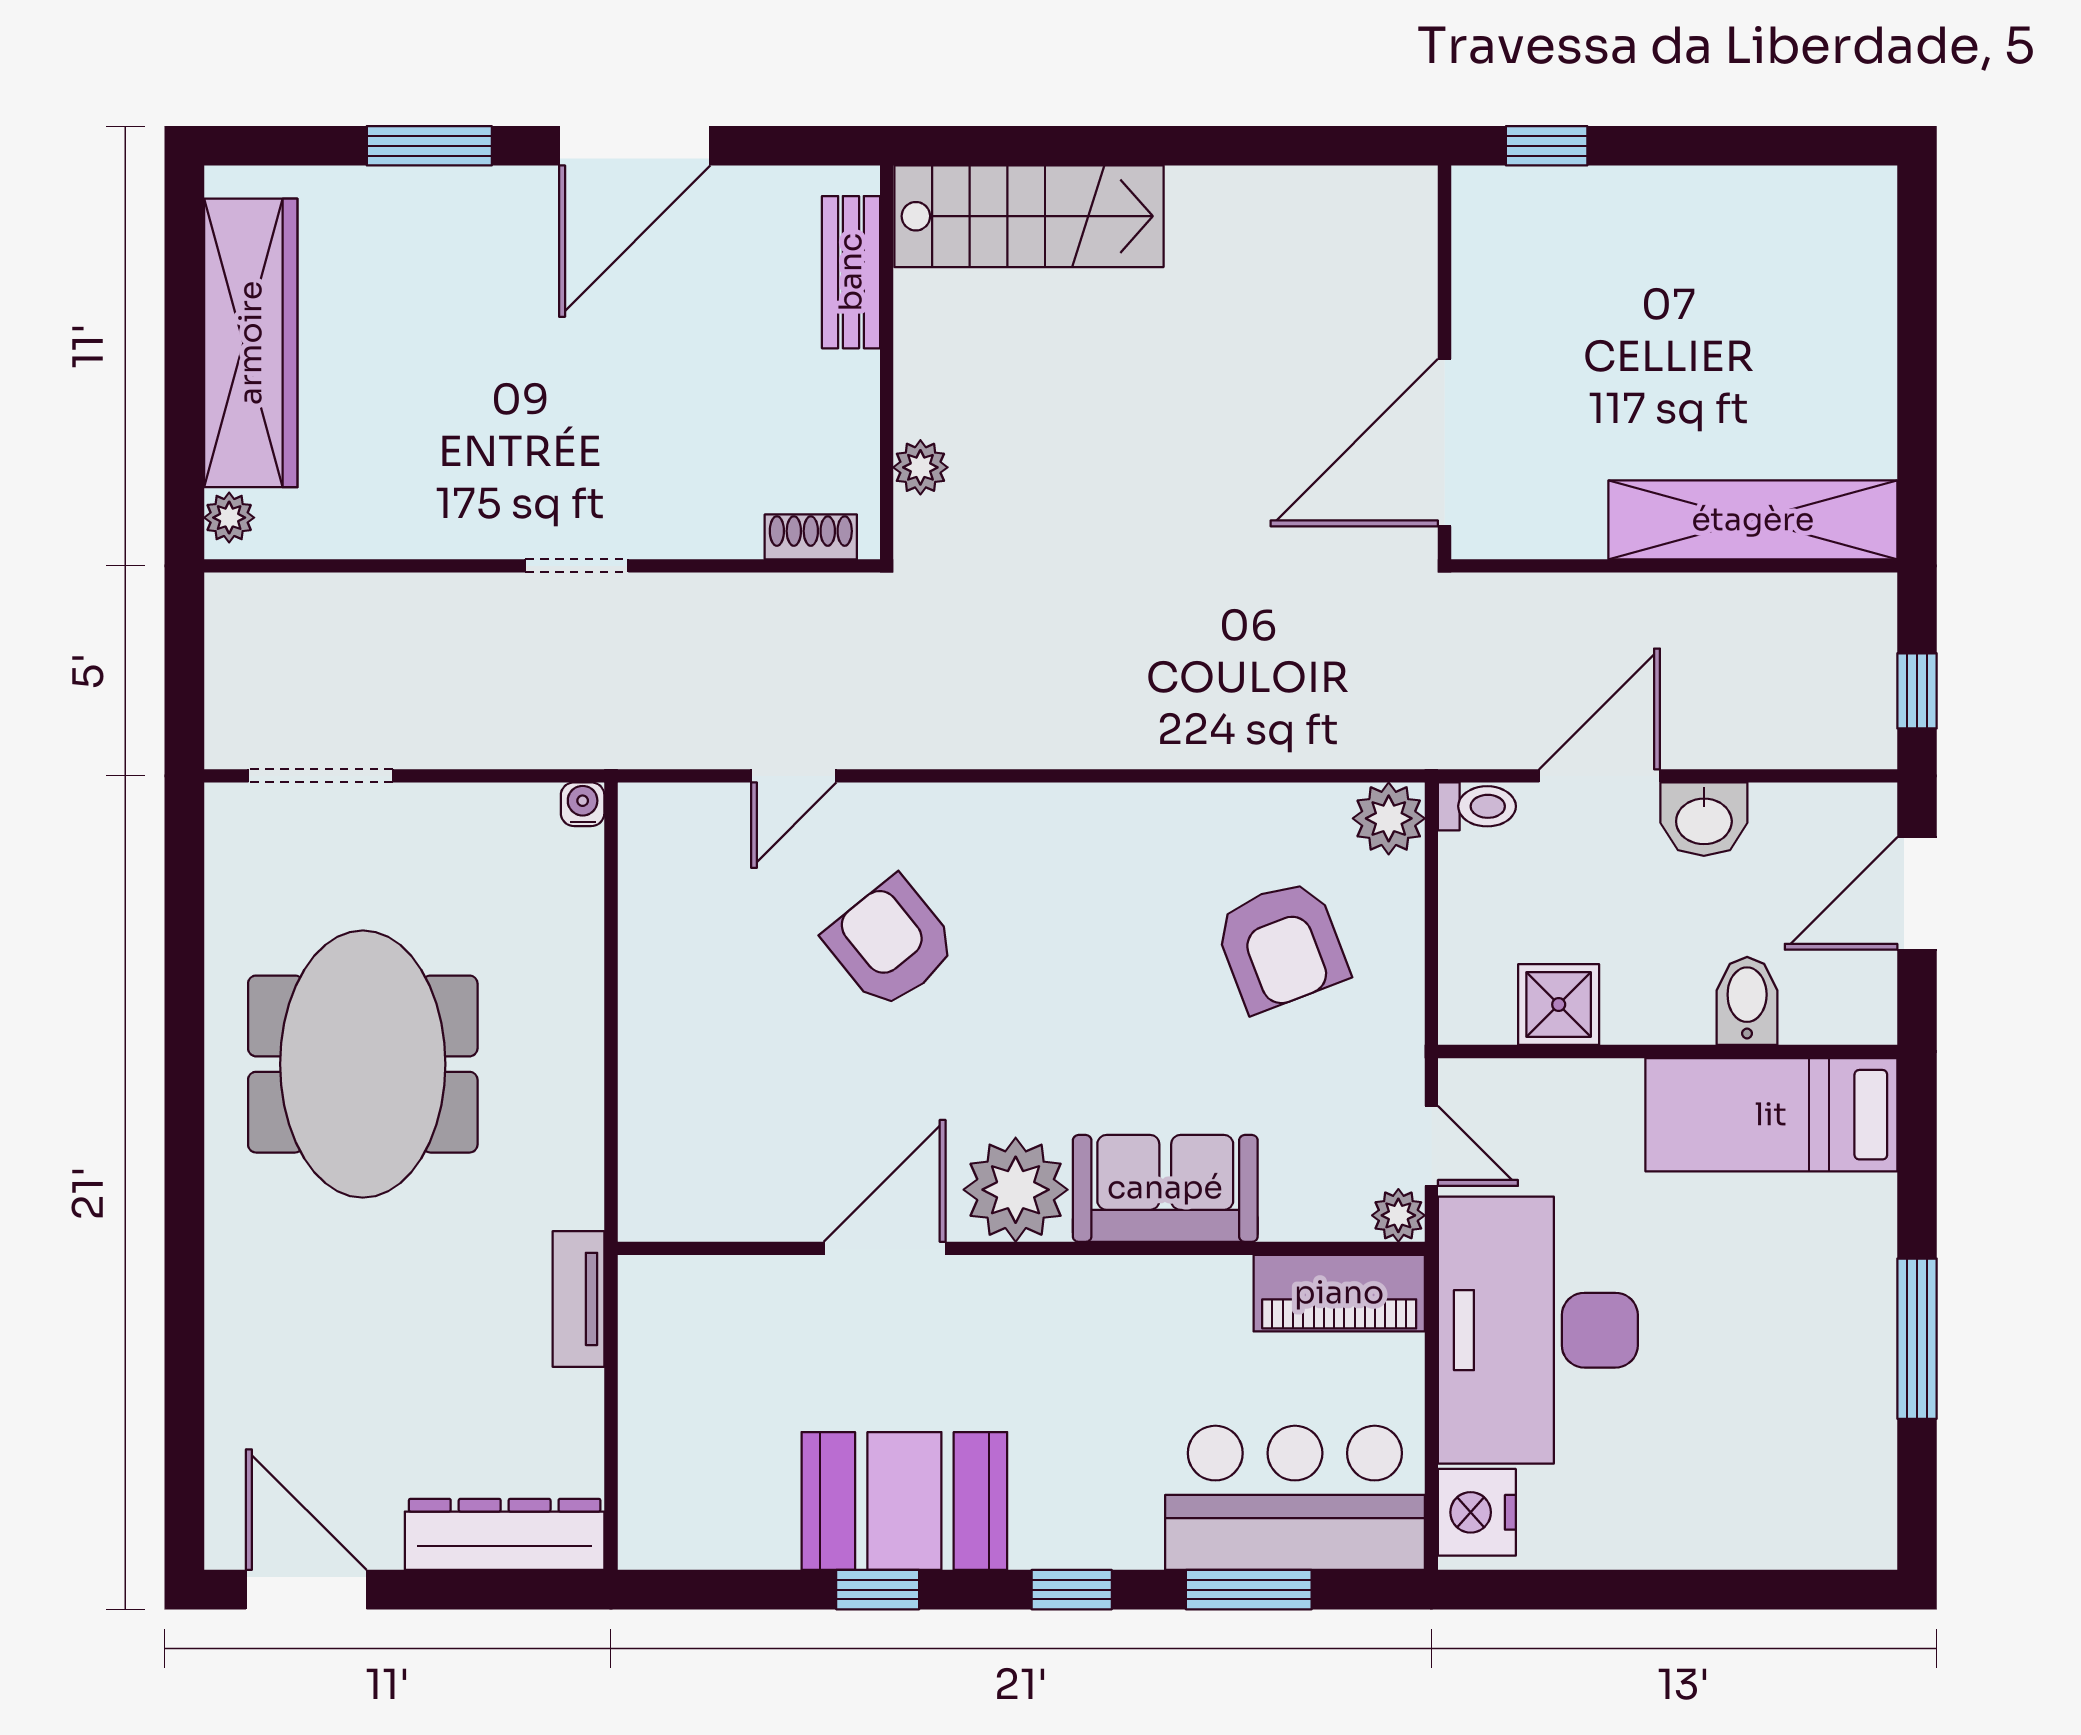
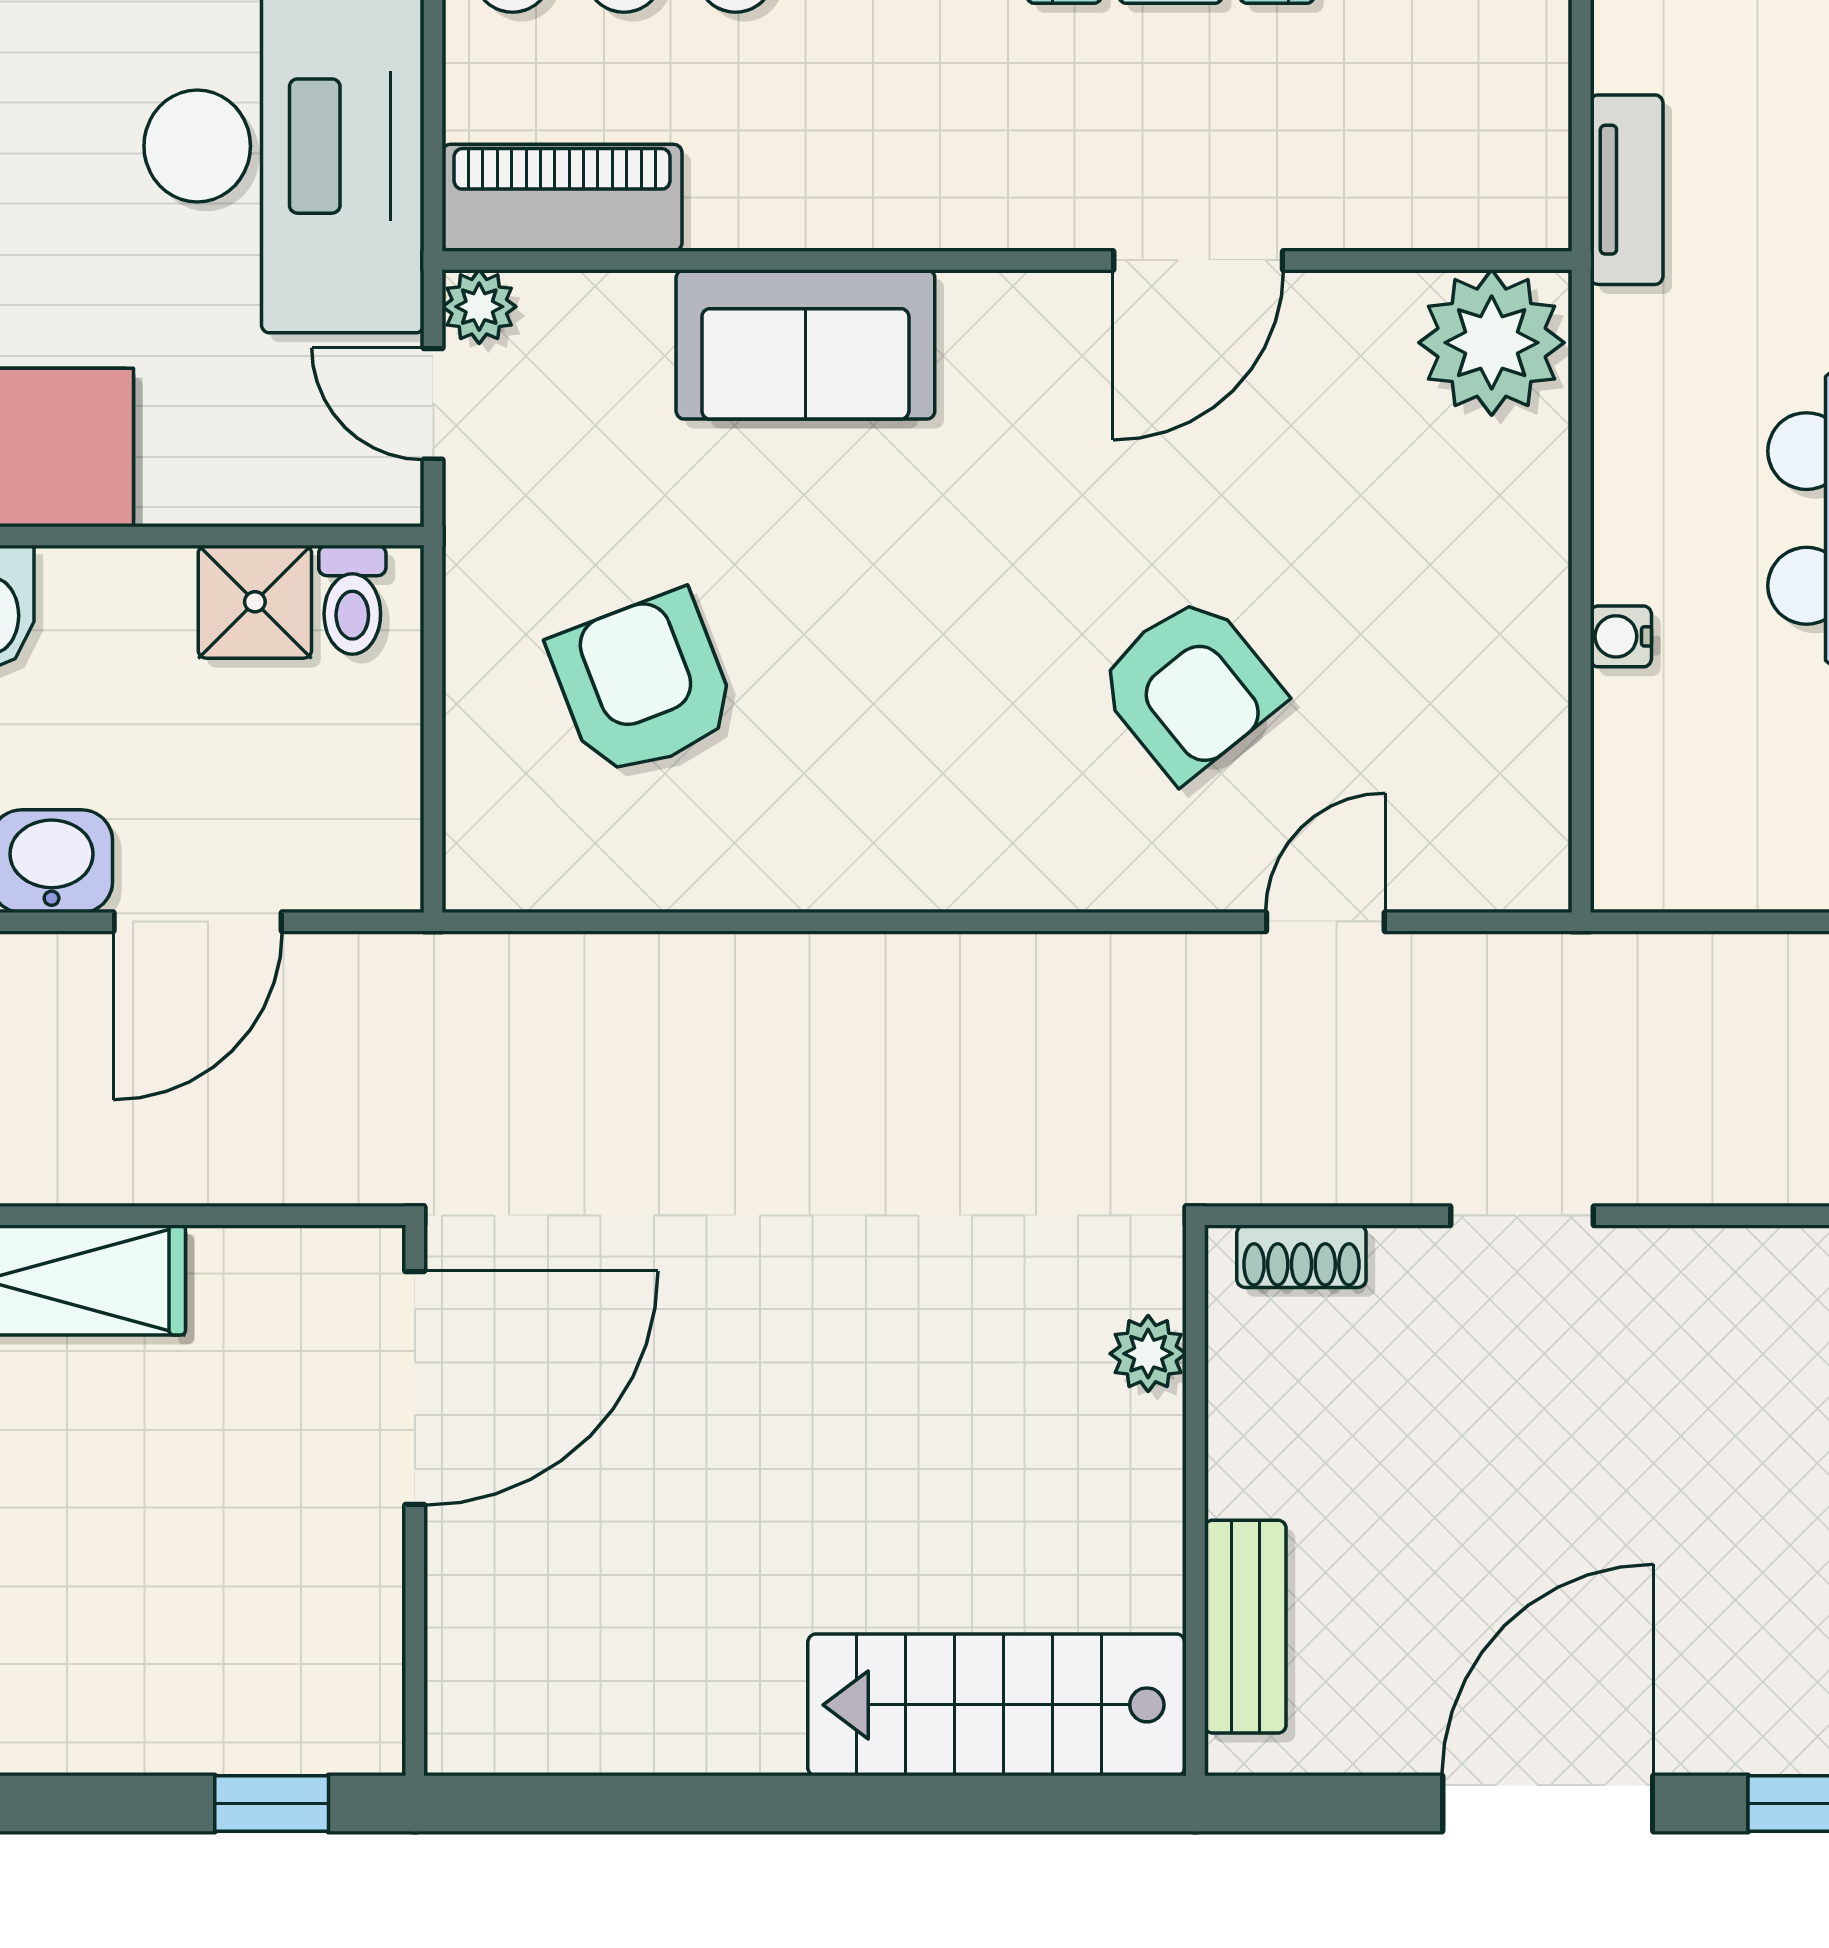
doorway: (577, 566) -> (1522, 1216), moved
water cooler: (583, 804) -> (1621, 636), moved, turned 90
toilet: (1477, 806) -> (352, 600), moved, turned -90
plant: (1389, 818) -> (493, 862), removed
plant: (1016, 1190) -> (1492, 343), moved

